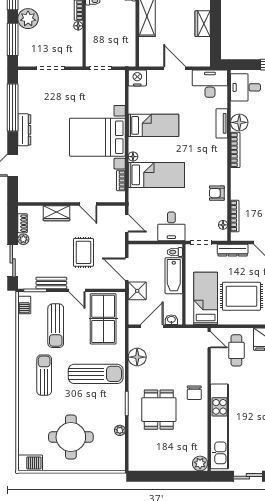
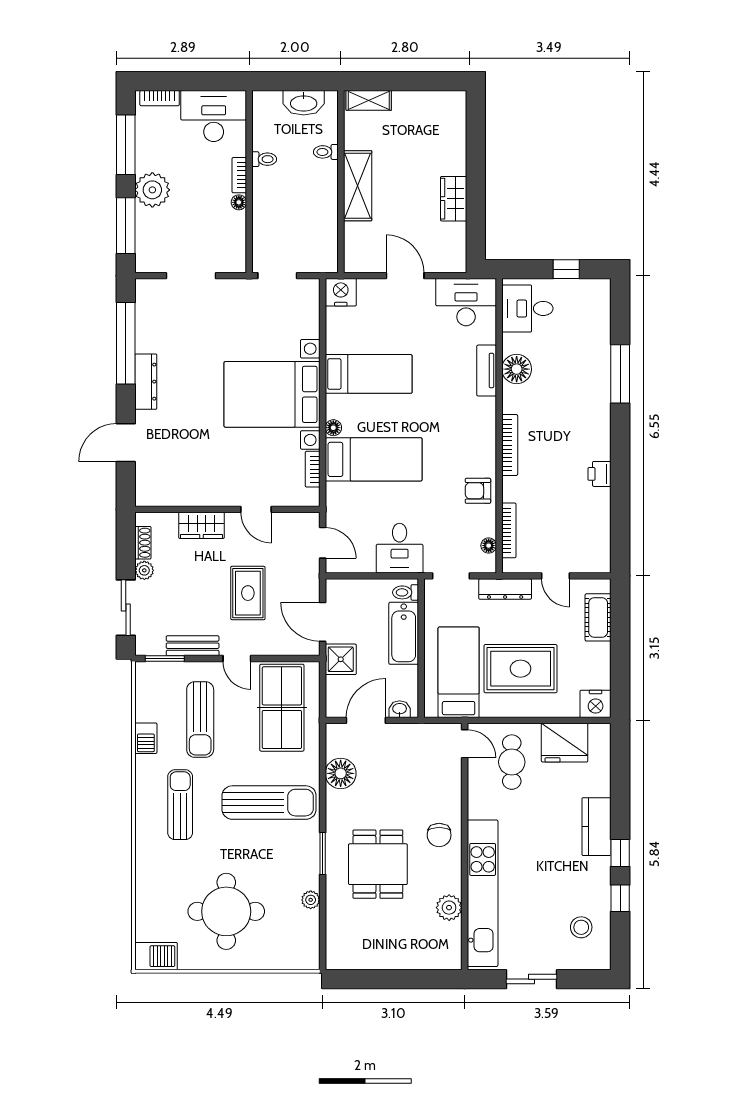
bookcase: (235, 150) -> (510, 445), moved
barbecue: (24, 305) -> (146, 738), moved
plant: (200, 463) -> (449, 908), moved

